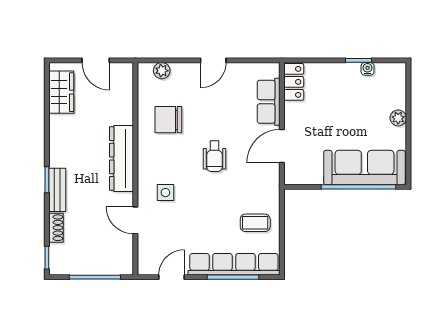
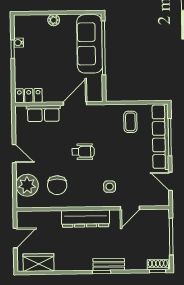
plant: (162, 71) -> (27, 185), width x1.87, depth x1.87
door: (282, 146) -> (75, 103), swing flipped
shoe rack: (56, 228) -> (158, 265), moved

